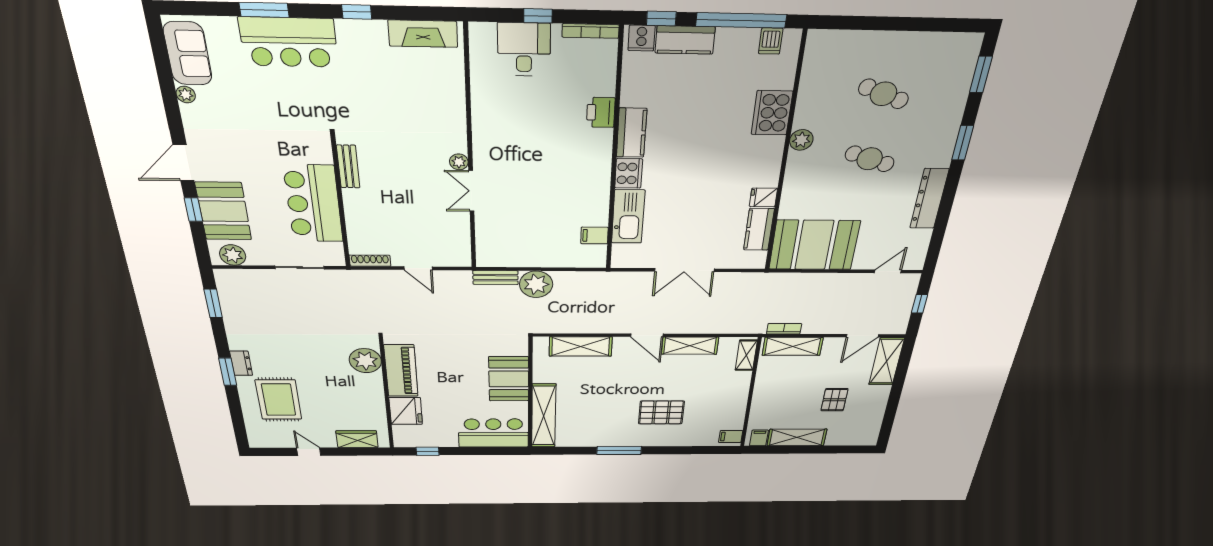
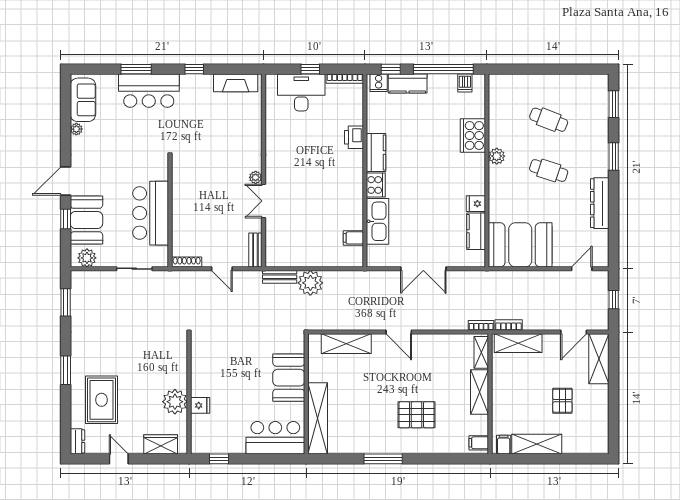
desk: (524, 50) -> (301, 92), width x1.37
bench: (348, 167) -> (255, 250), moved
bookcase: (750, 329) -> (481, 325), added
shelving: (690, 346) -> (480, 392), moved, turned 90
plant: (365, 361) -> (175, 402), moved
dresser: (241, 363) -> (77, 441), moved
piano: (401, 371) -> (202, 369), removed
fridge: (406, 411) -> (200, 405), width x0.53, depth x0.75

